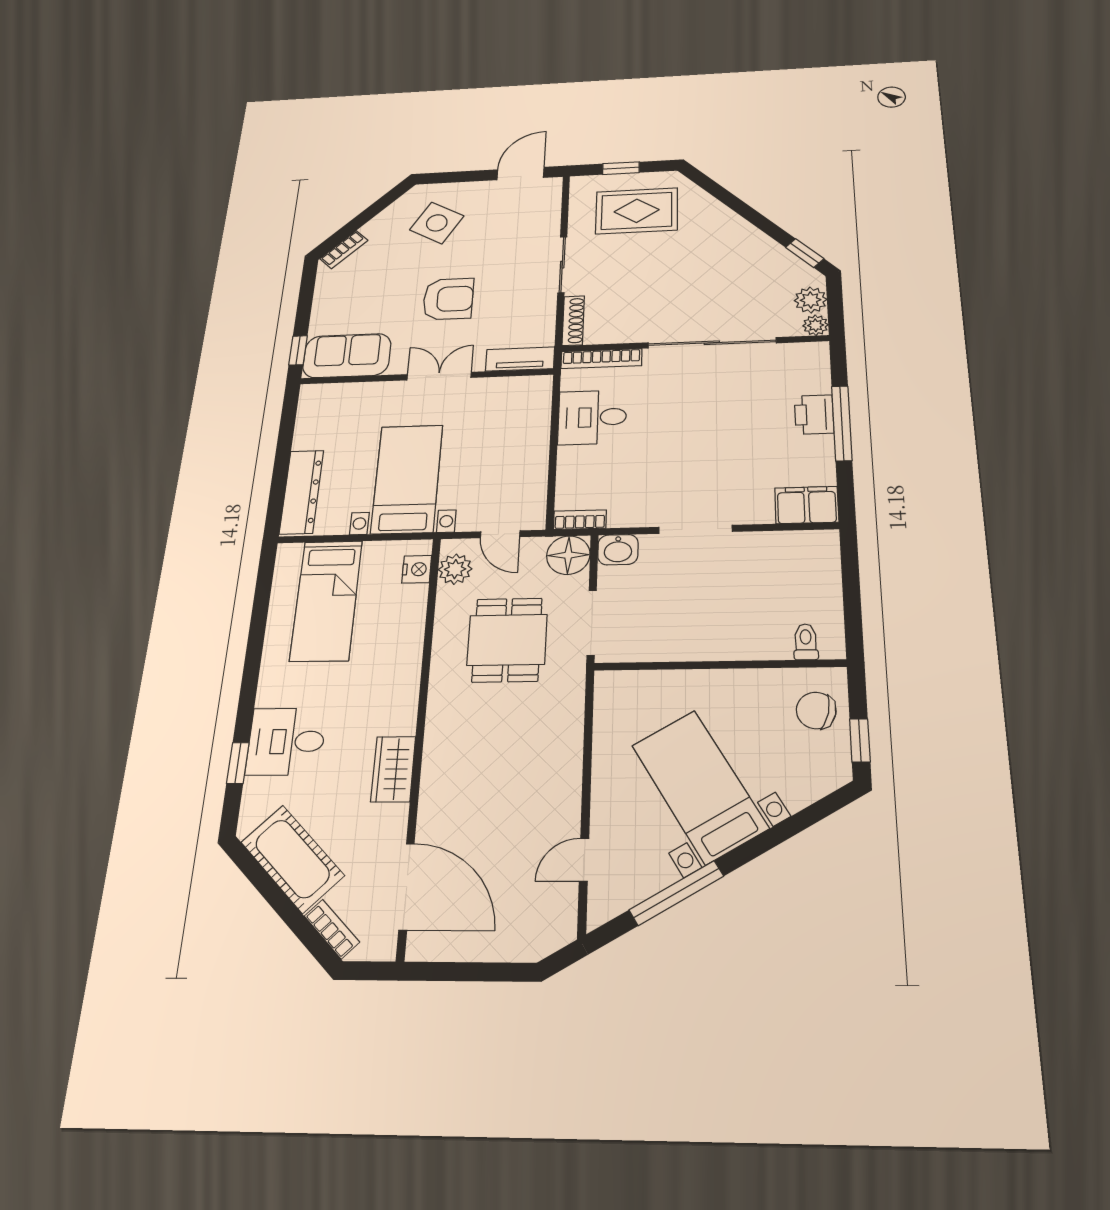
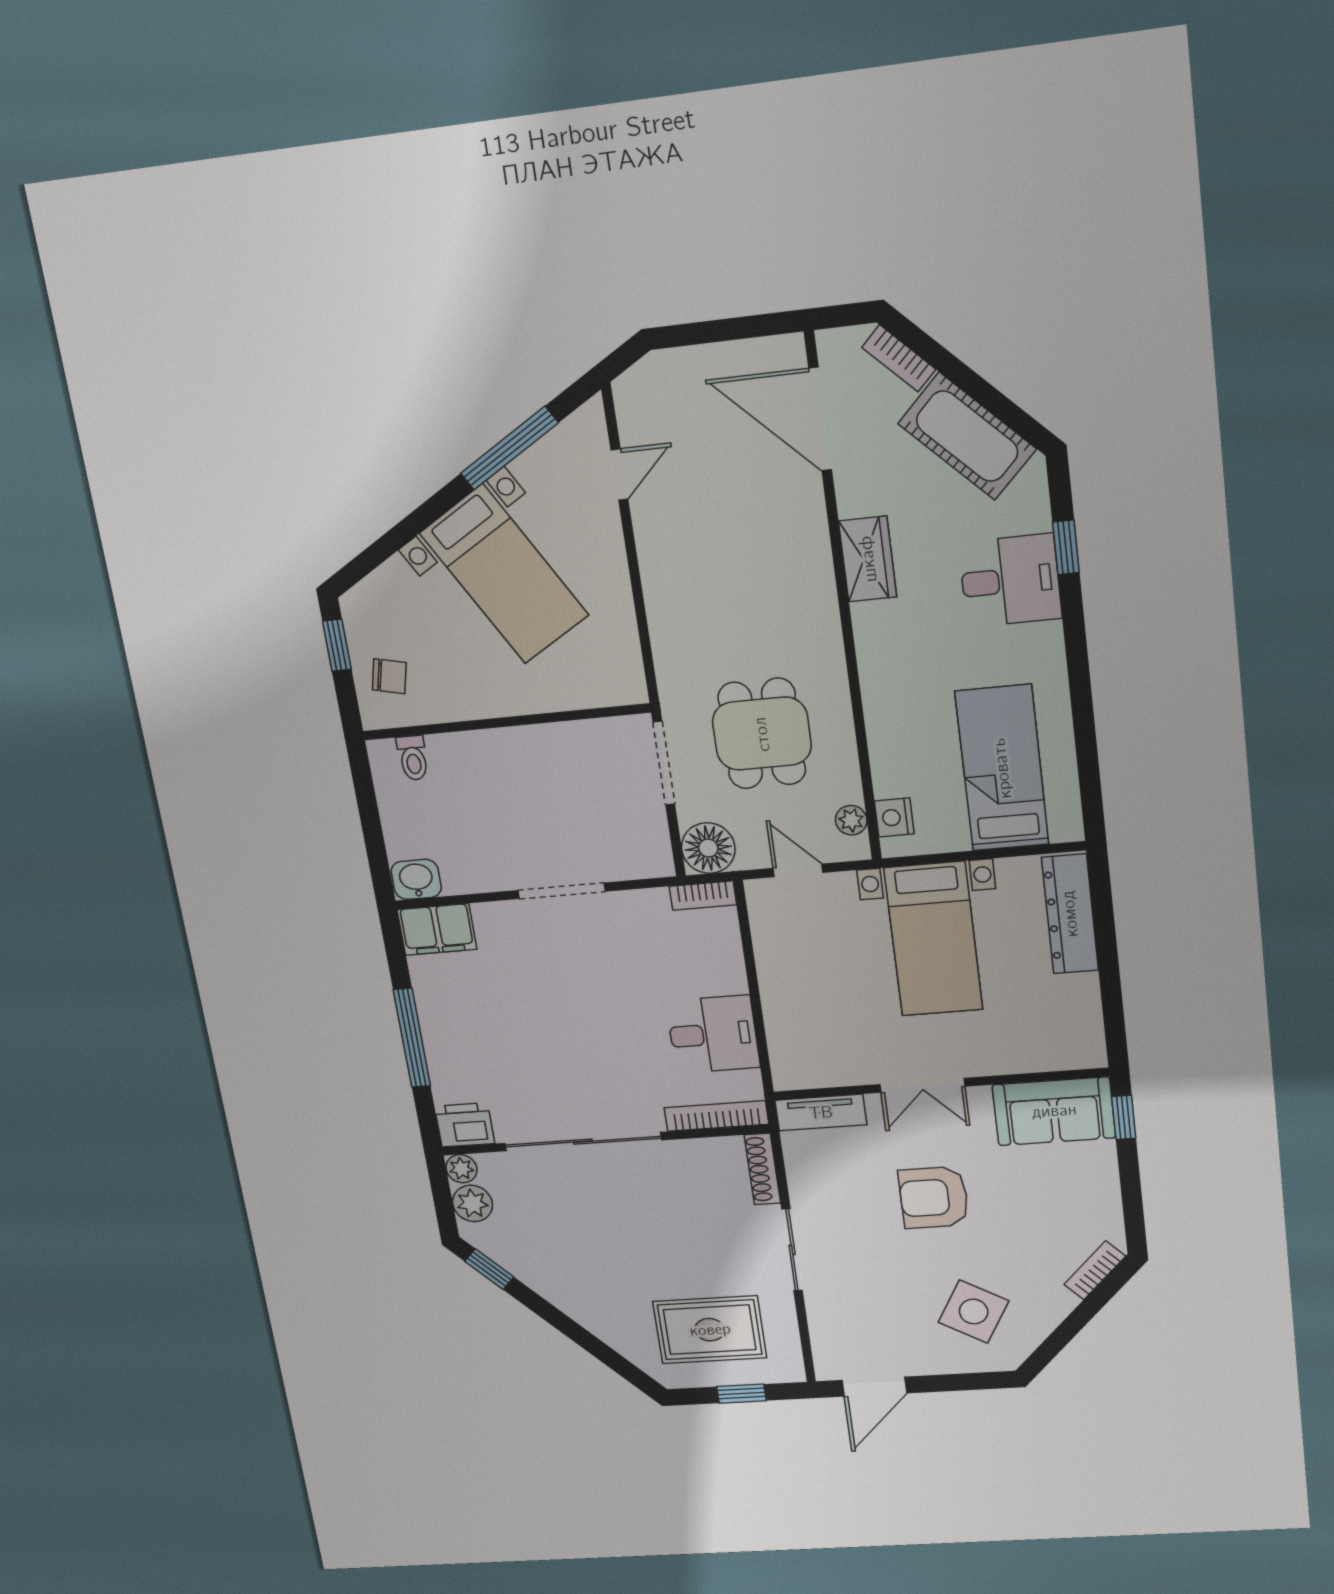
printer: (814, 415) -> (465, 1125), moved, turned -90
washbasin: (618, 550) -> (416, 879), moved
plant: (455, 569) -> (851, 820), width x0.73, depth x0.73
chair: (816, 710) -> (389, 676), width x0.73, depth x0.73

